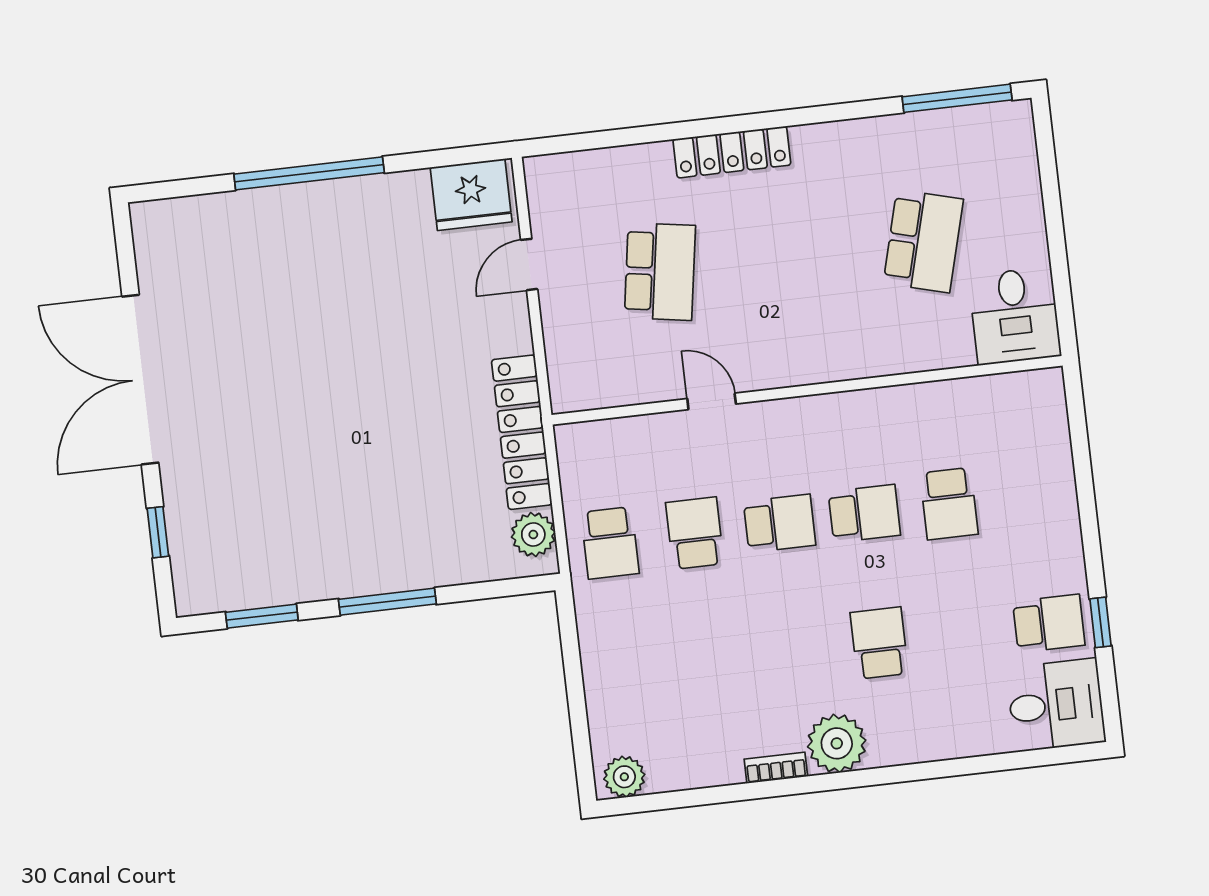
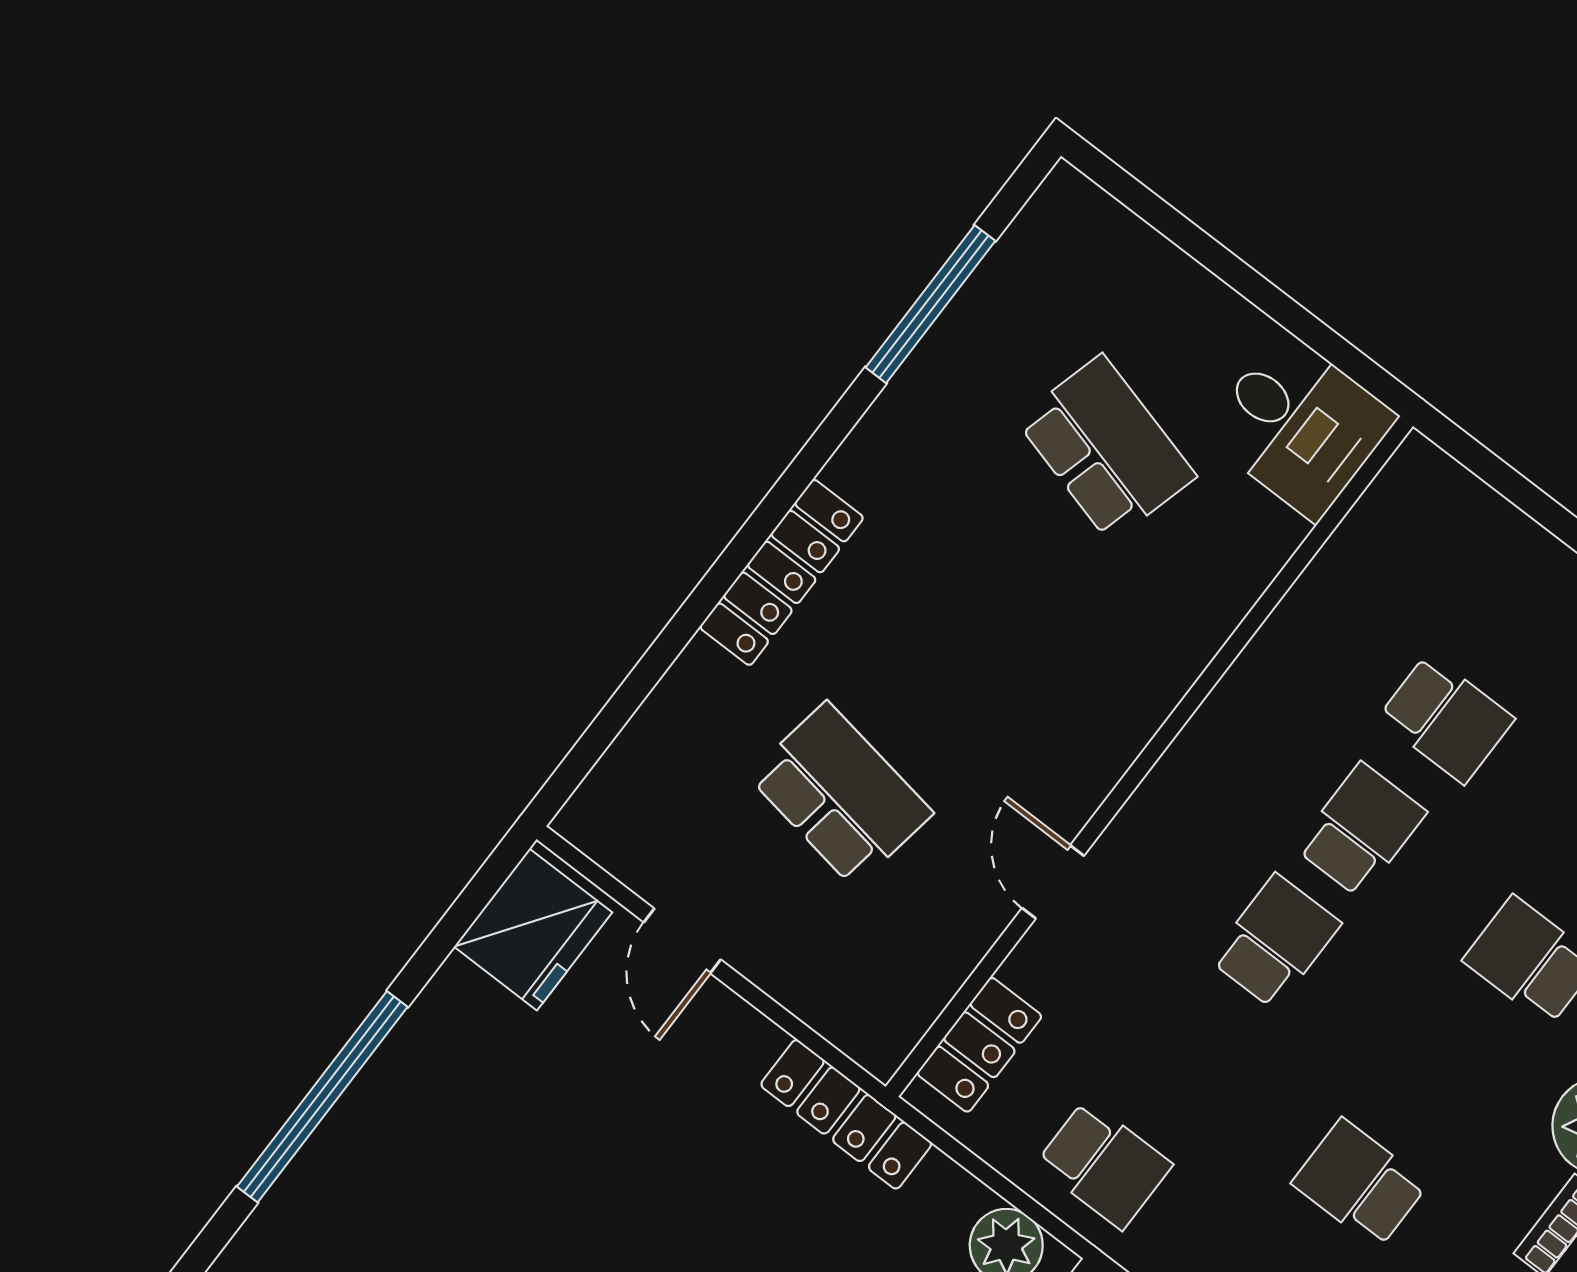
window: (957, 98) -> (930, 304), moved
door: (712, 401) -> (1053, 882), hinge flipped
locker: (522, 432) -> (846, 1114), width x0.71, depth x0.83
locker: (609, 438) -> (979, 1045), added
school desk: (695, 533) -> (1360, 1184), moved

